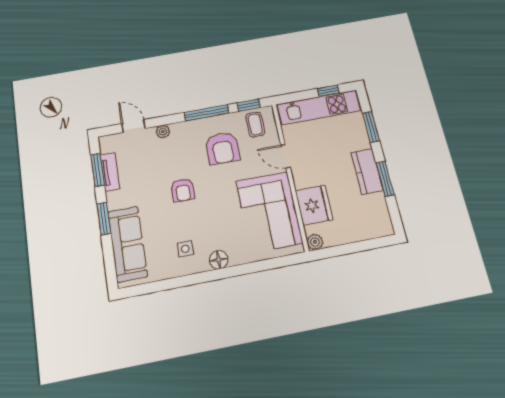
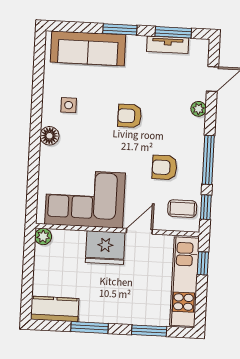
window: (328, 91) -> (203, 263), moved
armchair: (222, 148) -> (165, 167), width x0.72, depth x0.72
kitchen counter: (367, 171) -> (55, 309), moved
fridge: (314, 205) -> (105, 248), moved

